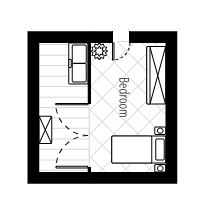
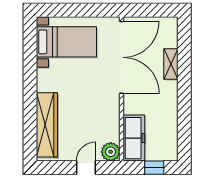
window: (60, 37) -> (154, 168), added

